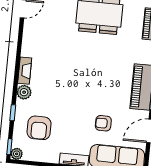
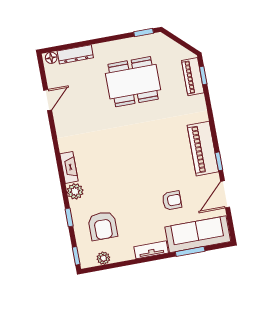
armchair: (103, 123) -> (172, 200), turned 180
plant: (17, 154) -> (103, 258), moved

